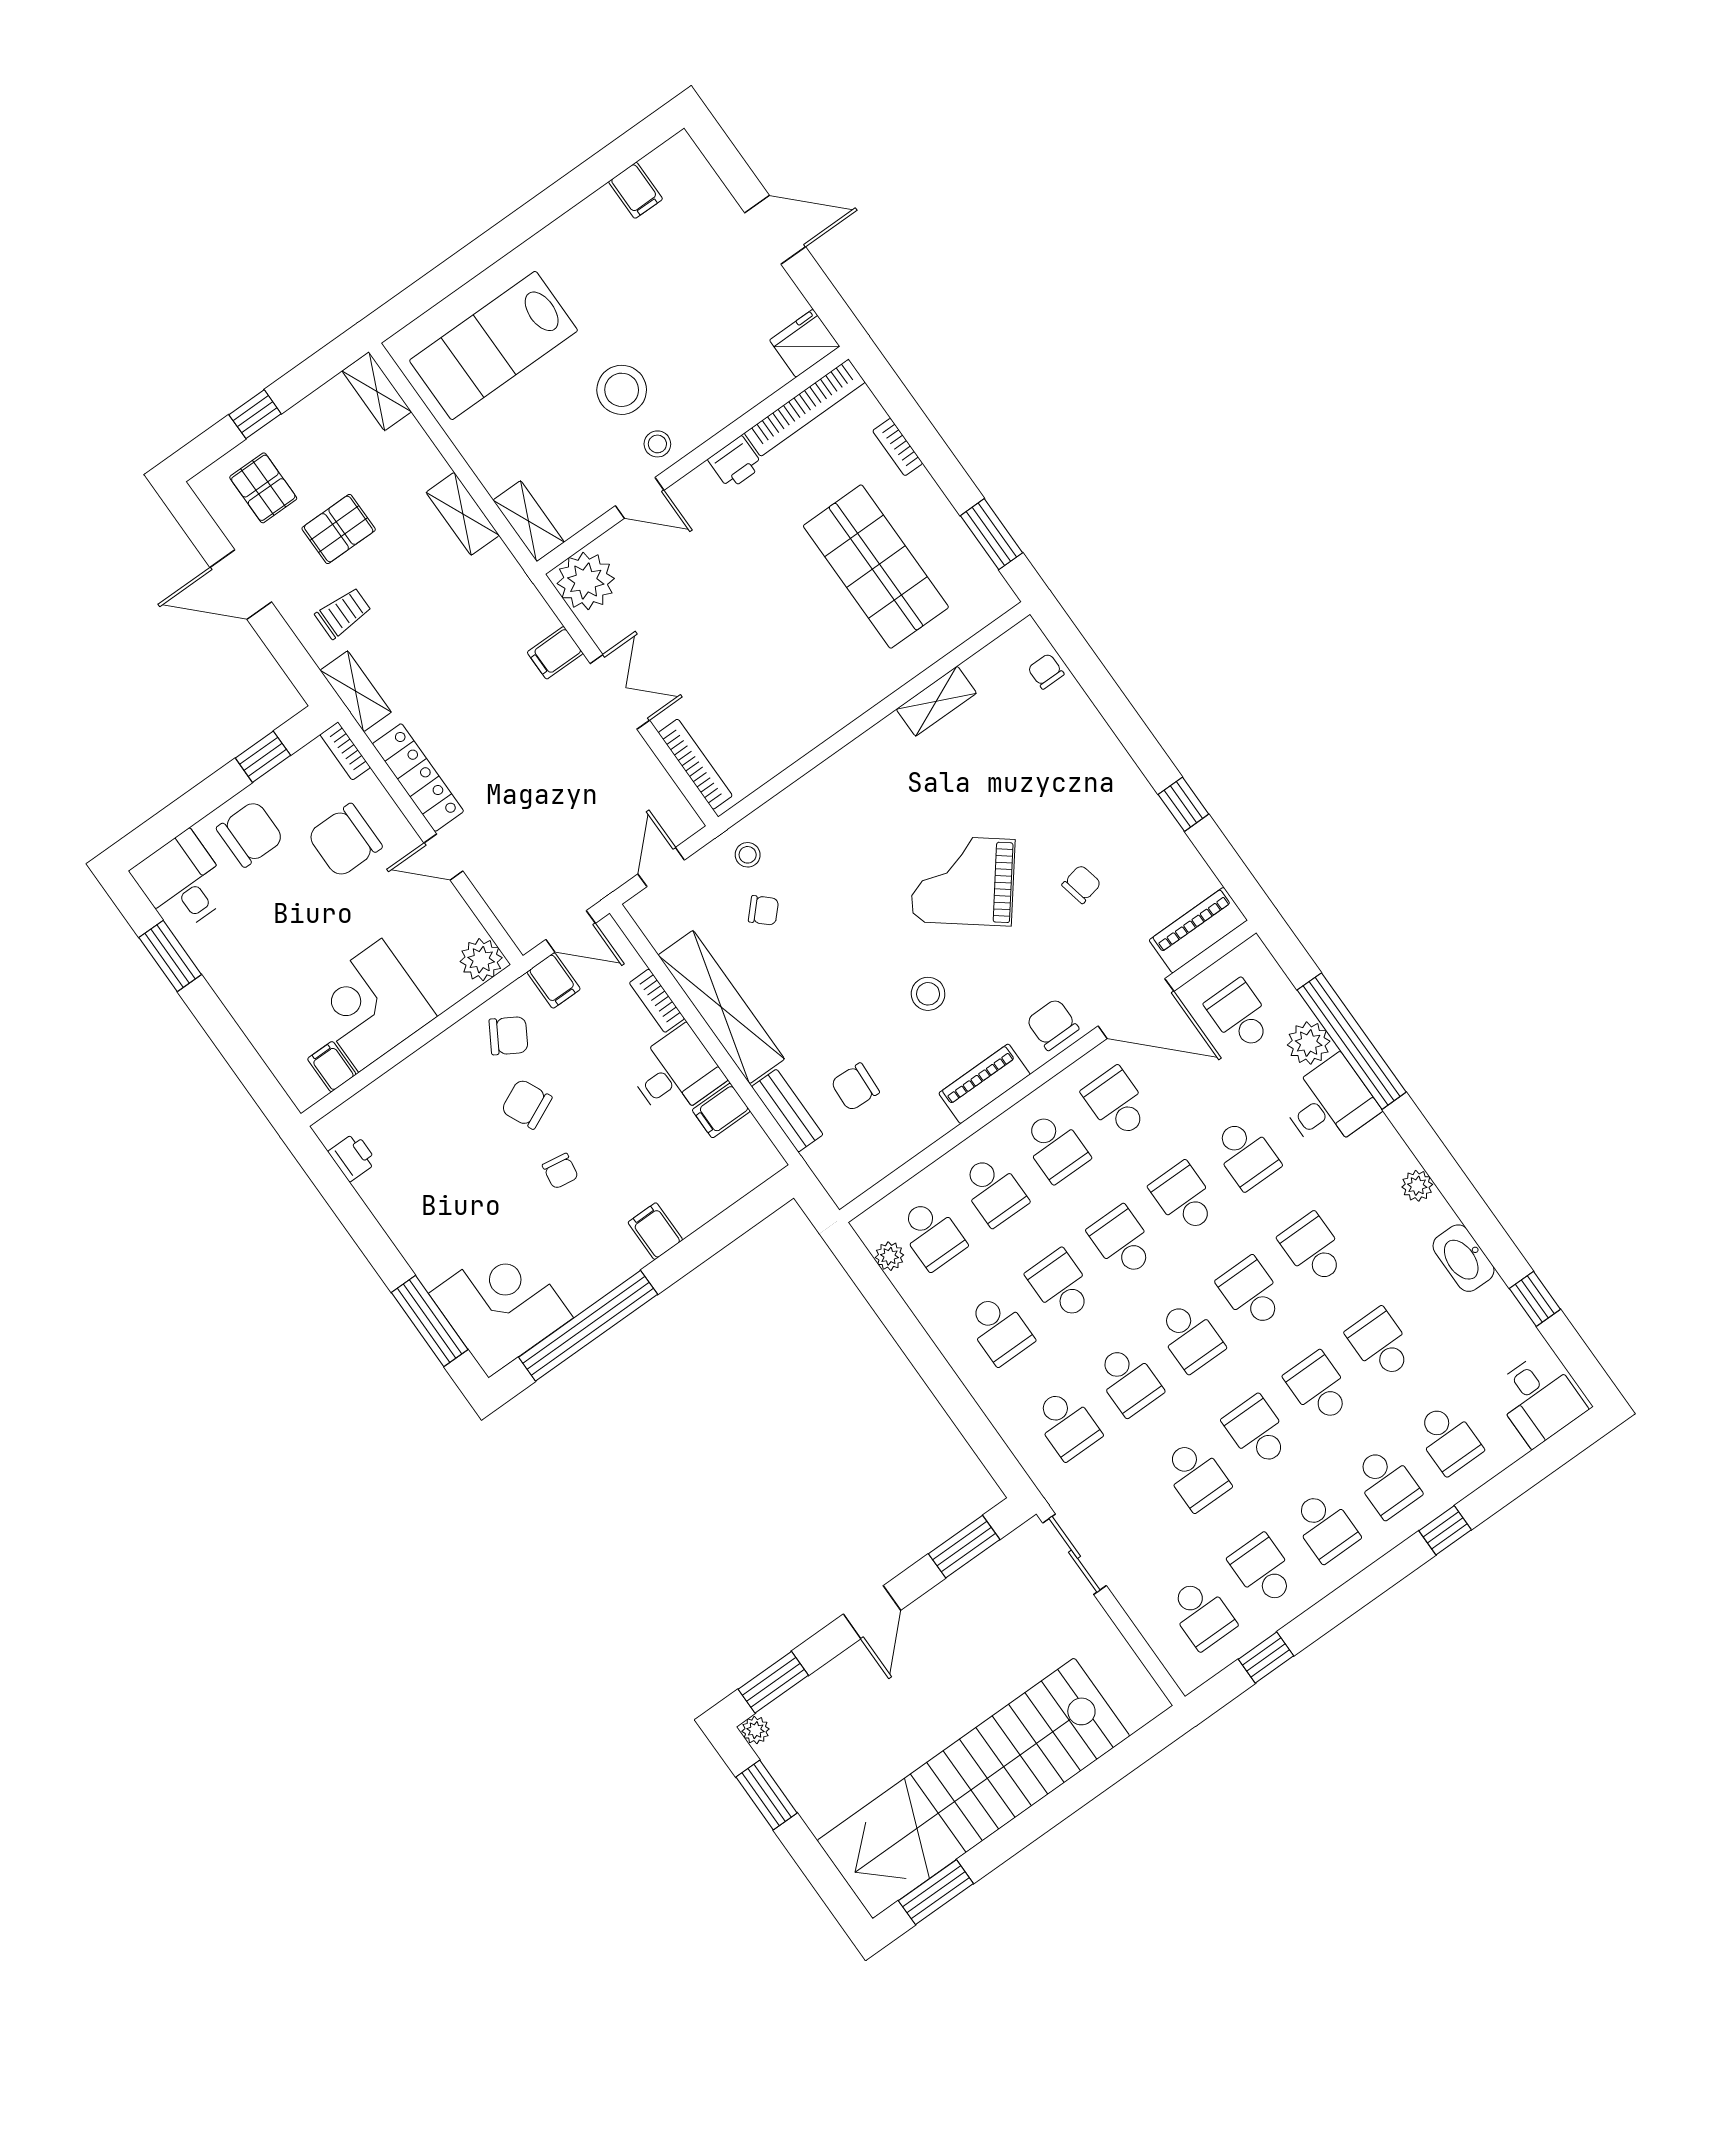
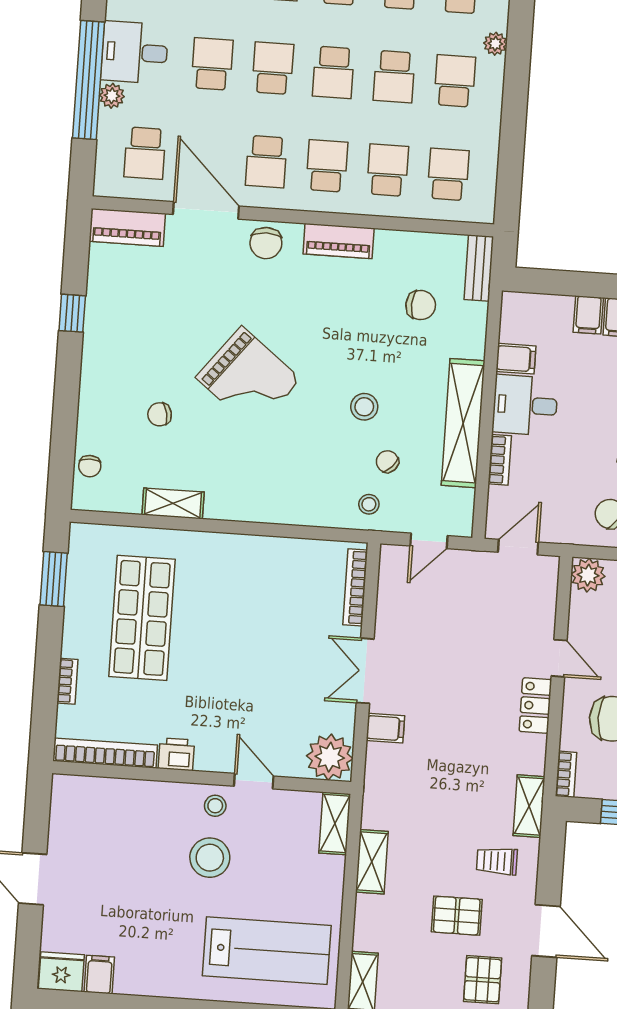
fridge: (805, 343) -> (61, 972), moved, turned 180
locker: (418, 778) -> (535, 706), width x0.66
chair: (1081, 884) -> (160, 414), moved
door: (571, 931) -> (518, 547), hinge flipped
filing cabinet: (554, 980) -> (588, 315), moved, turned 180
stool: (928, 994) -> (364, 407), moved
plant: (1309, 1043) -> (112, 96), width x0.73, depth x0.73
bench: (787, 1111) -> (479, 268), moved
school desk: (1184, 1198) -> (273, 68), turned 180
plant: (890, 1256) -> (495, 44), moved

